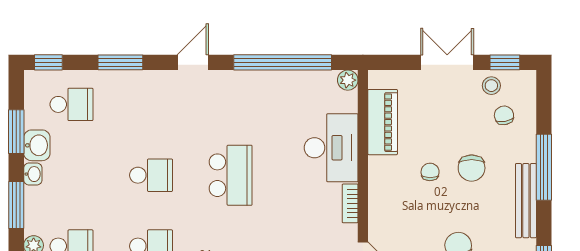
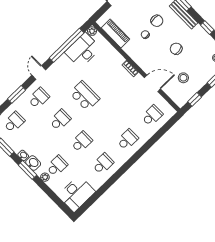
school desk: (151, 104) -> (39, 98), added
washbasin: (37, 145) -> (33, 163), moved
desk: (331, 148) -> (83, 50), moved, turned -90

